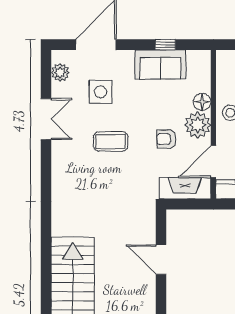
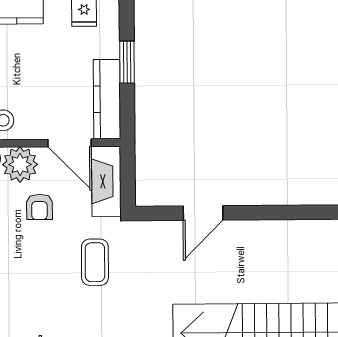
coffee table: (111, 141) -> (95, 262), moved

